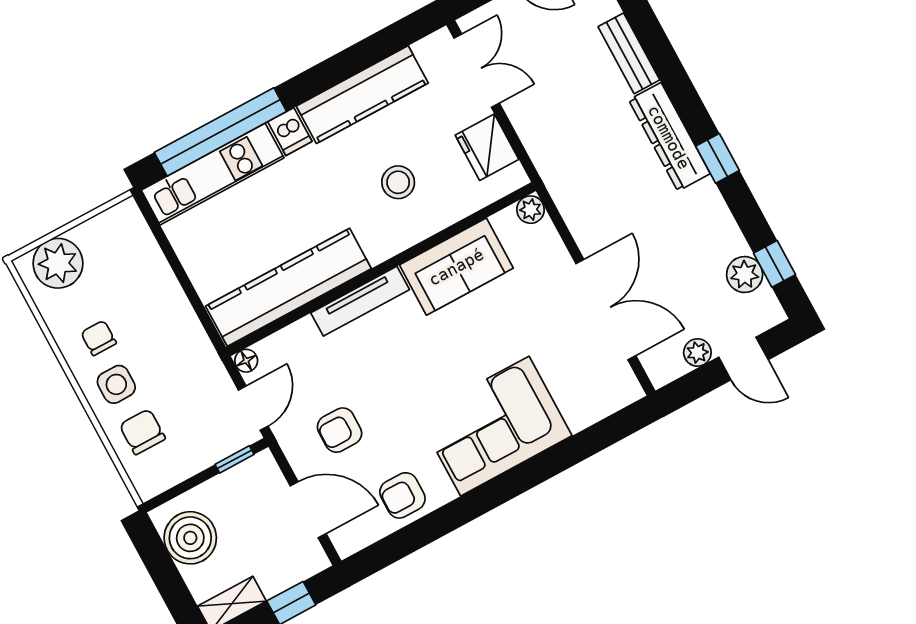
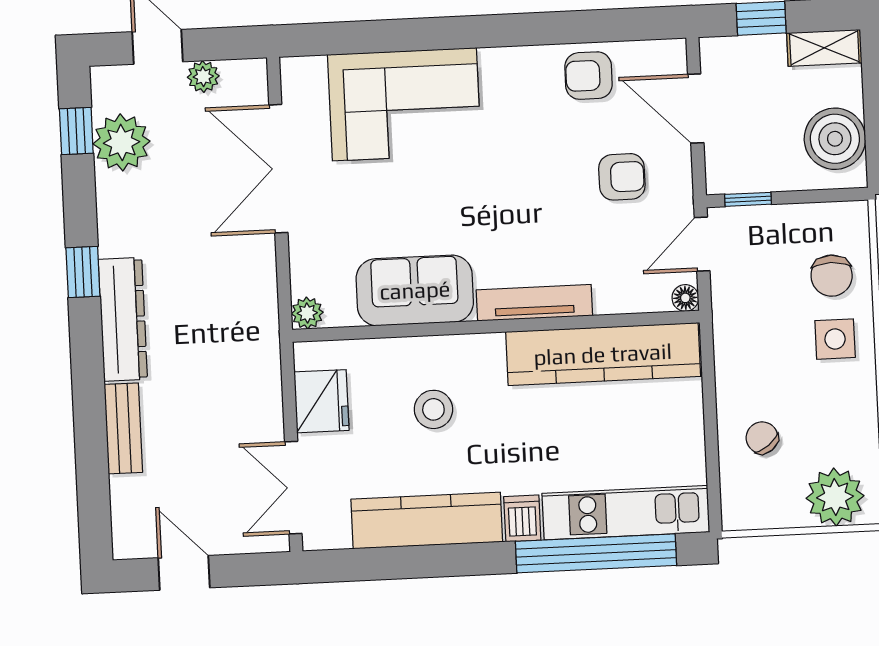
plant: (745, 274) -> (122, 142), width x1.36, depth x1.36
chair: (99, 338) -> (762, 438), moved, turned 142
corner sofa: (495, 426) -> (404, 104), moved
armchair: (402, 495) -> (588, 76), turned 180

